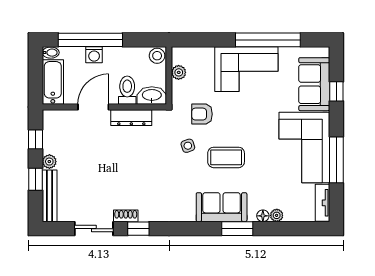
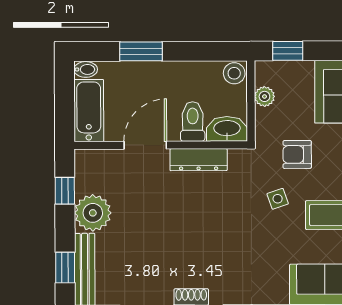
window: (90, 40) -> (141, 51), width x0.47
window: (195, 40) -> (288, 51), added
washing machine: (94, 55) -> (146, 72), removed
plant: (49, 162) -> (93, 213), width x1.88, depth x1.88
window: (35, 179) -> (65, 268), moved

